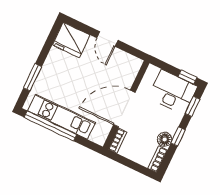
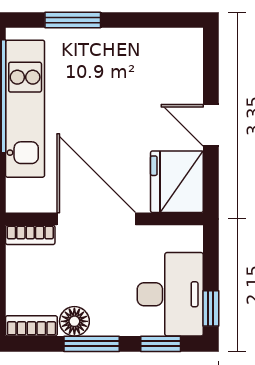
door: (107, 39) -> (211, 125), hinge flipped
fridge: (71, 40) -> (177, 182), moved
window: (178, 137) -> (92, 344), width x1.50

